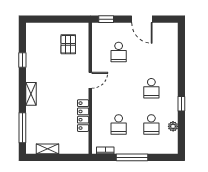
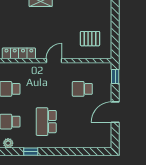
door: (90, 80) -> (54, 61), swing flipped
school desk: (151, 88) -> (46, 122), width x1.85

